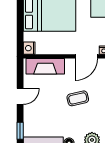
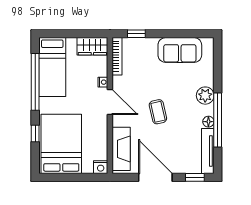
door: (20, 96) -> (155, 177), width x1.87

